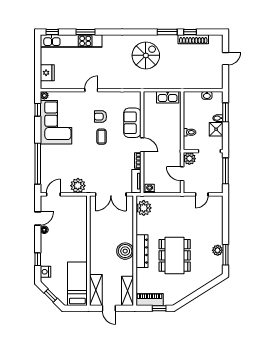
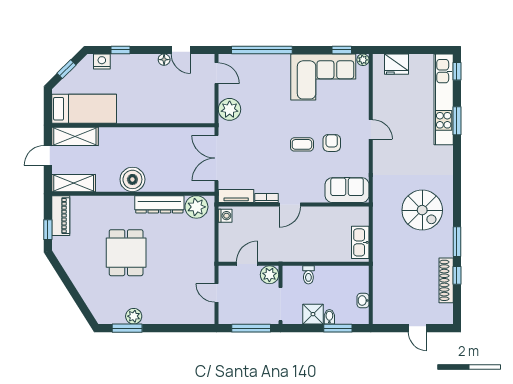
sofa: (132, 123) -> (347, 190), moved
dresser: (142, 251) -> (159, 204), moved
dining table: (175, 255) -> (126, 253), width x0.73

